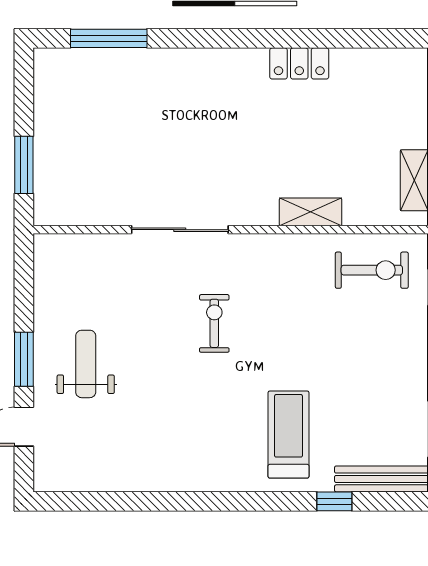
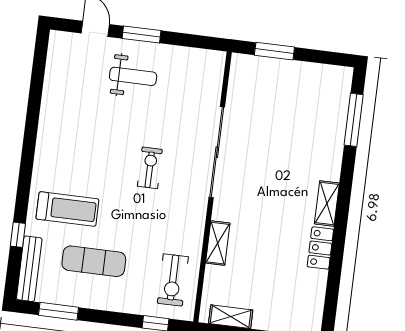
shelving: (234, 62) -> (327, 203), added
sliding door: (180, 230) -> (217, 152), width x1.36
exercise bike: (214, 323) -> (150, 168), turned -90
exercise mat: (359, 387) -> (94, 261), added

